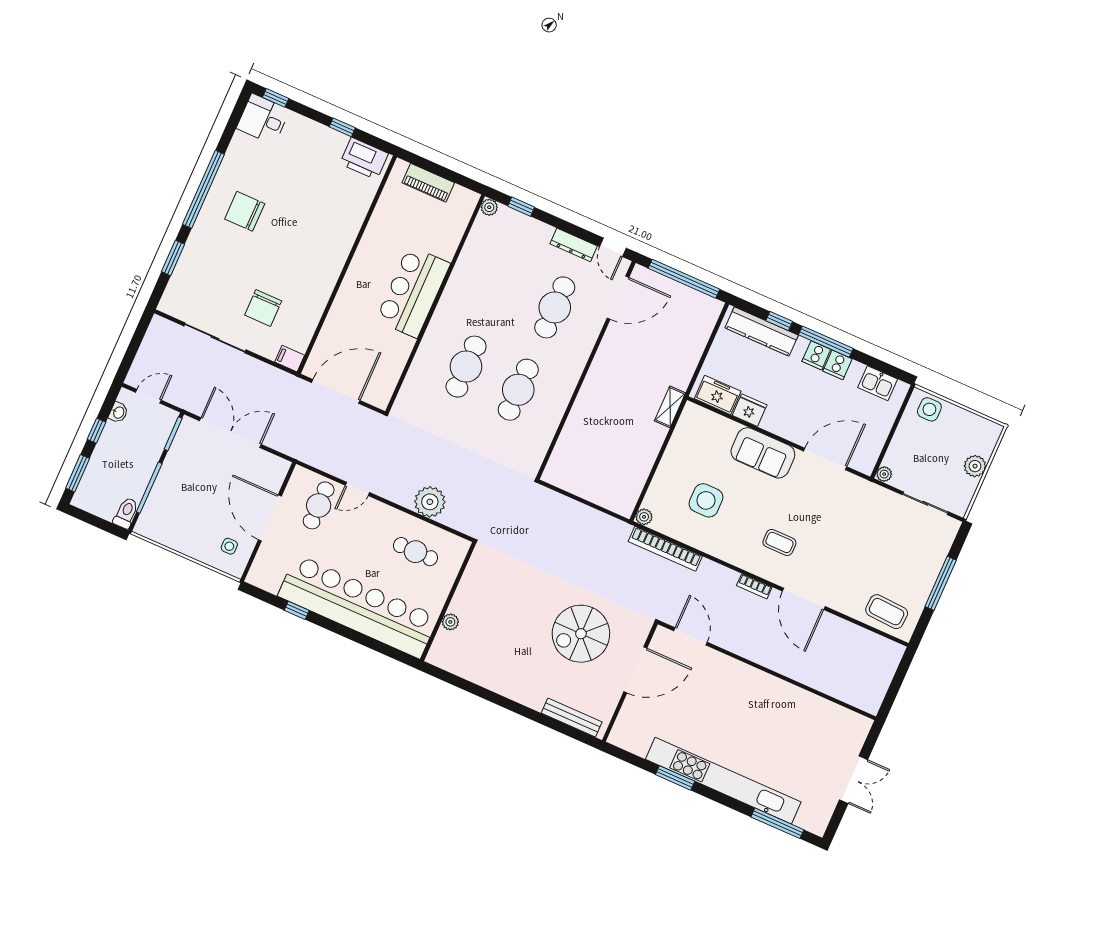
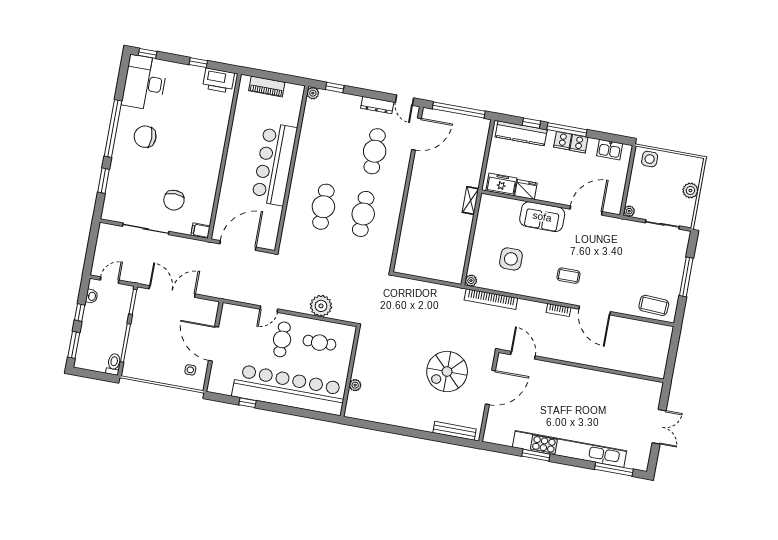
desk: (263, 119) -> (145, 83), width x1.87, depth x1.30
bar counter: (413, 292) -> (274, 164), width x1.36
cafe table: (319, 505) -> (282, 339), moved

